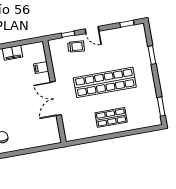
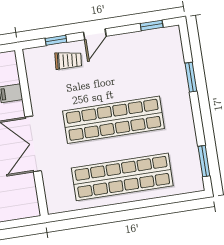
door: (92, 30) -> (95, 34), hinge flipped
shop shelf: (111, 117) -> (122, 177), width x2.00, depth x1.36

